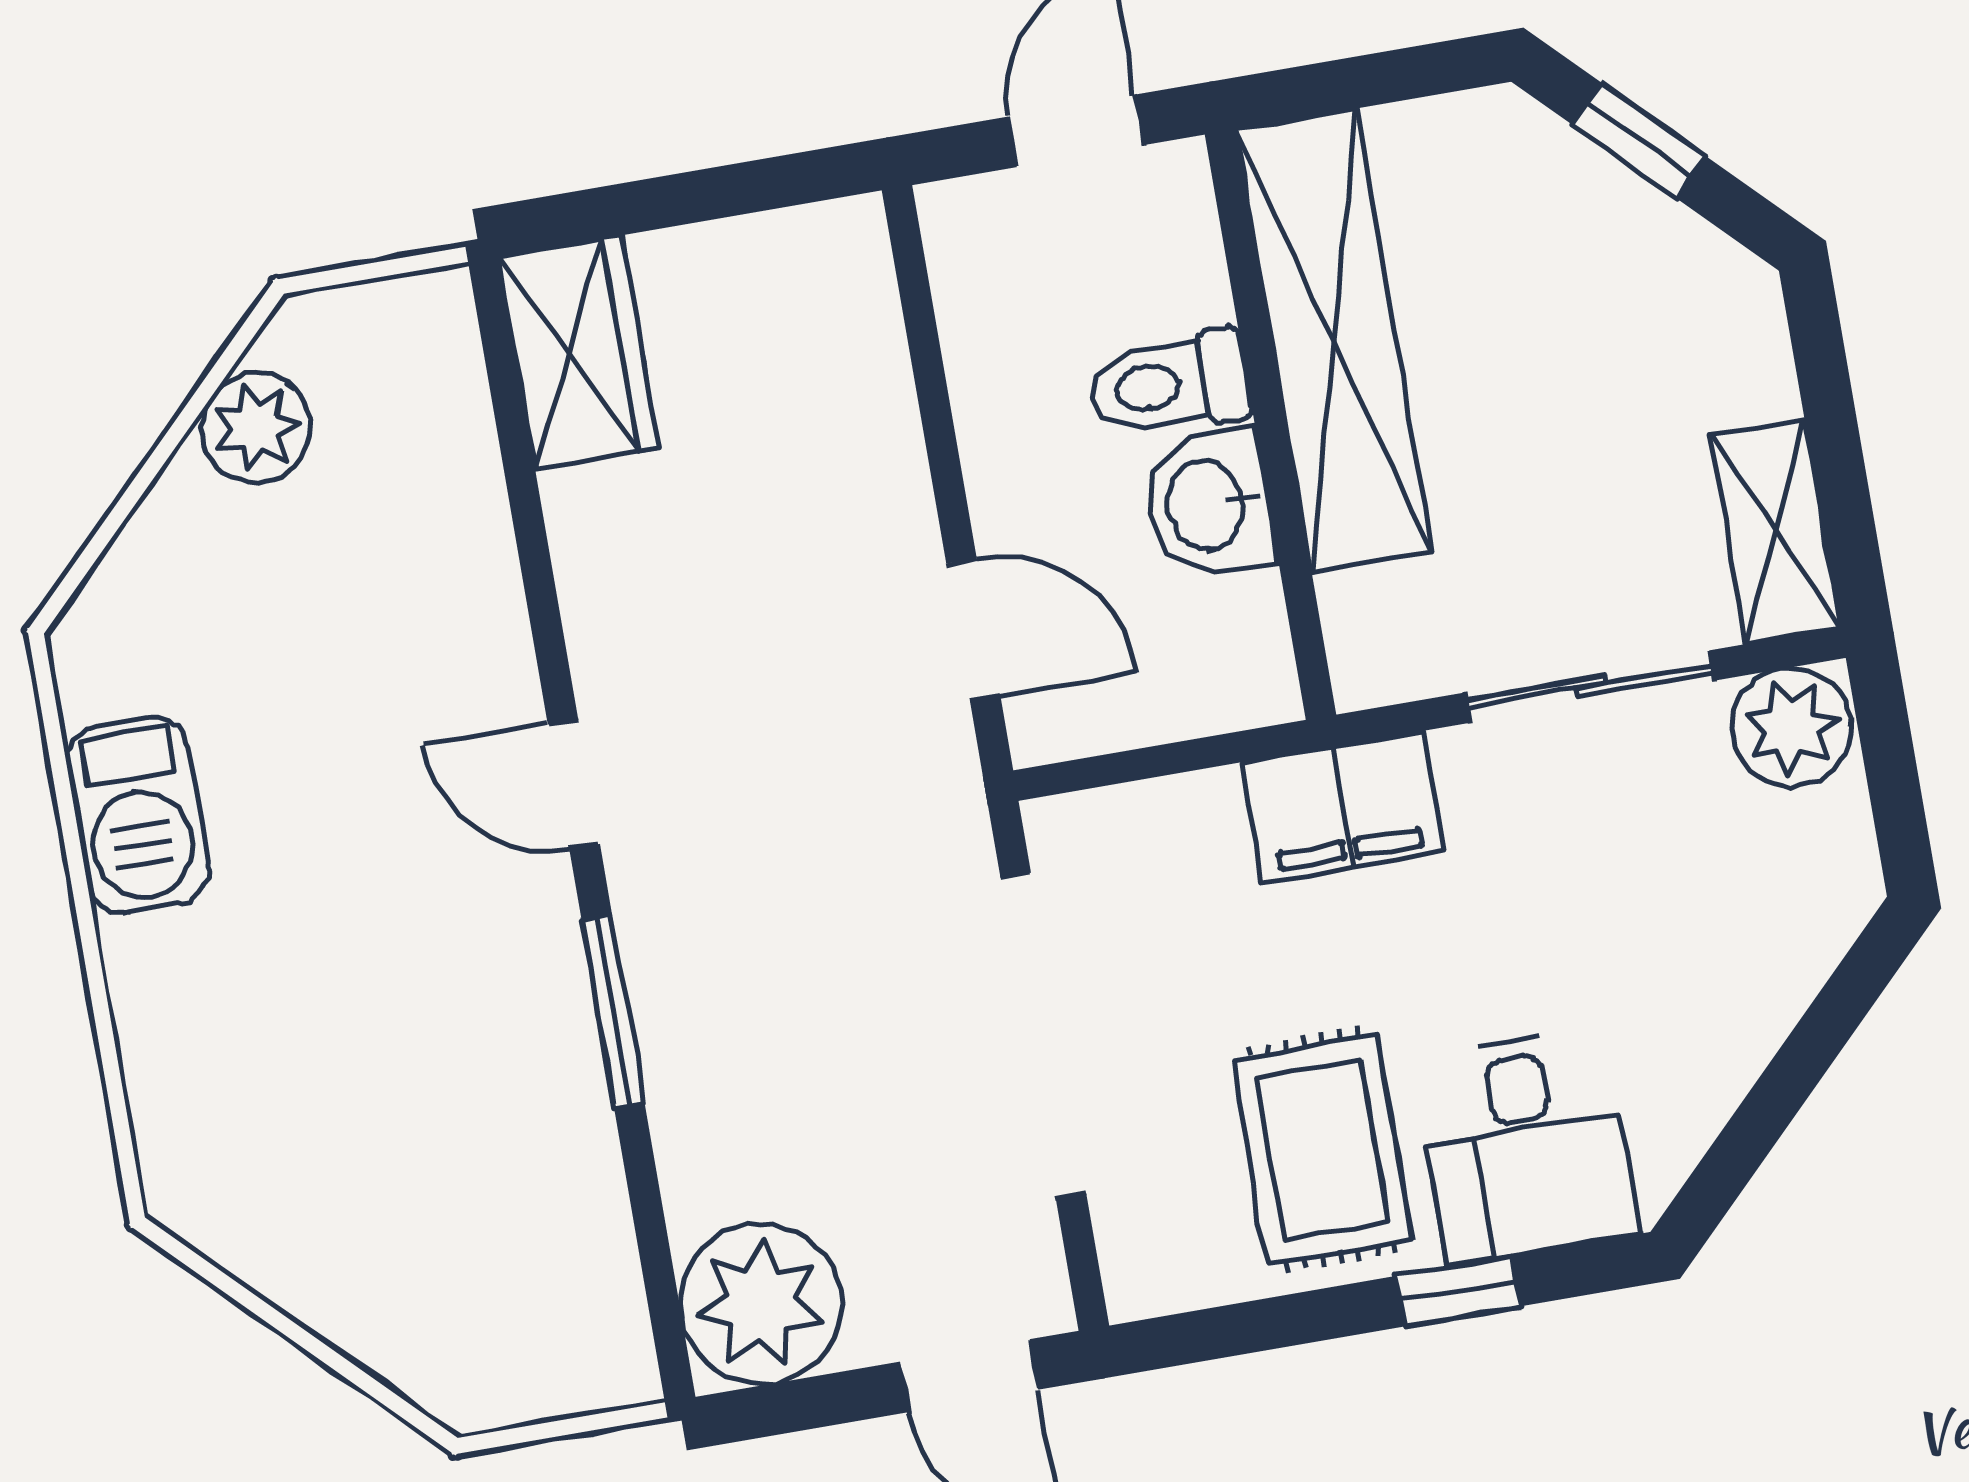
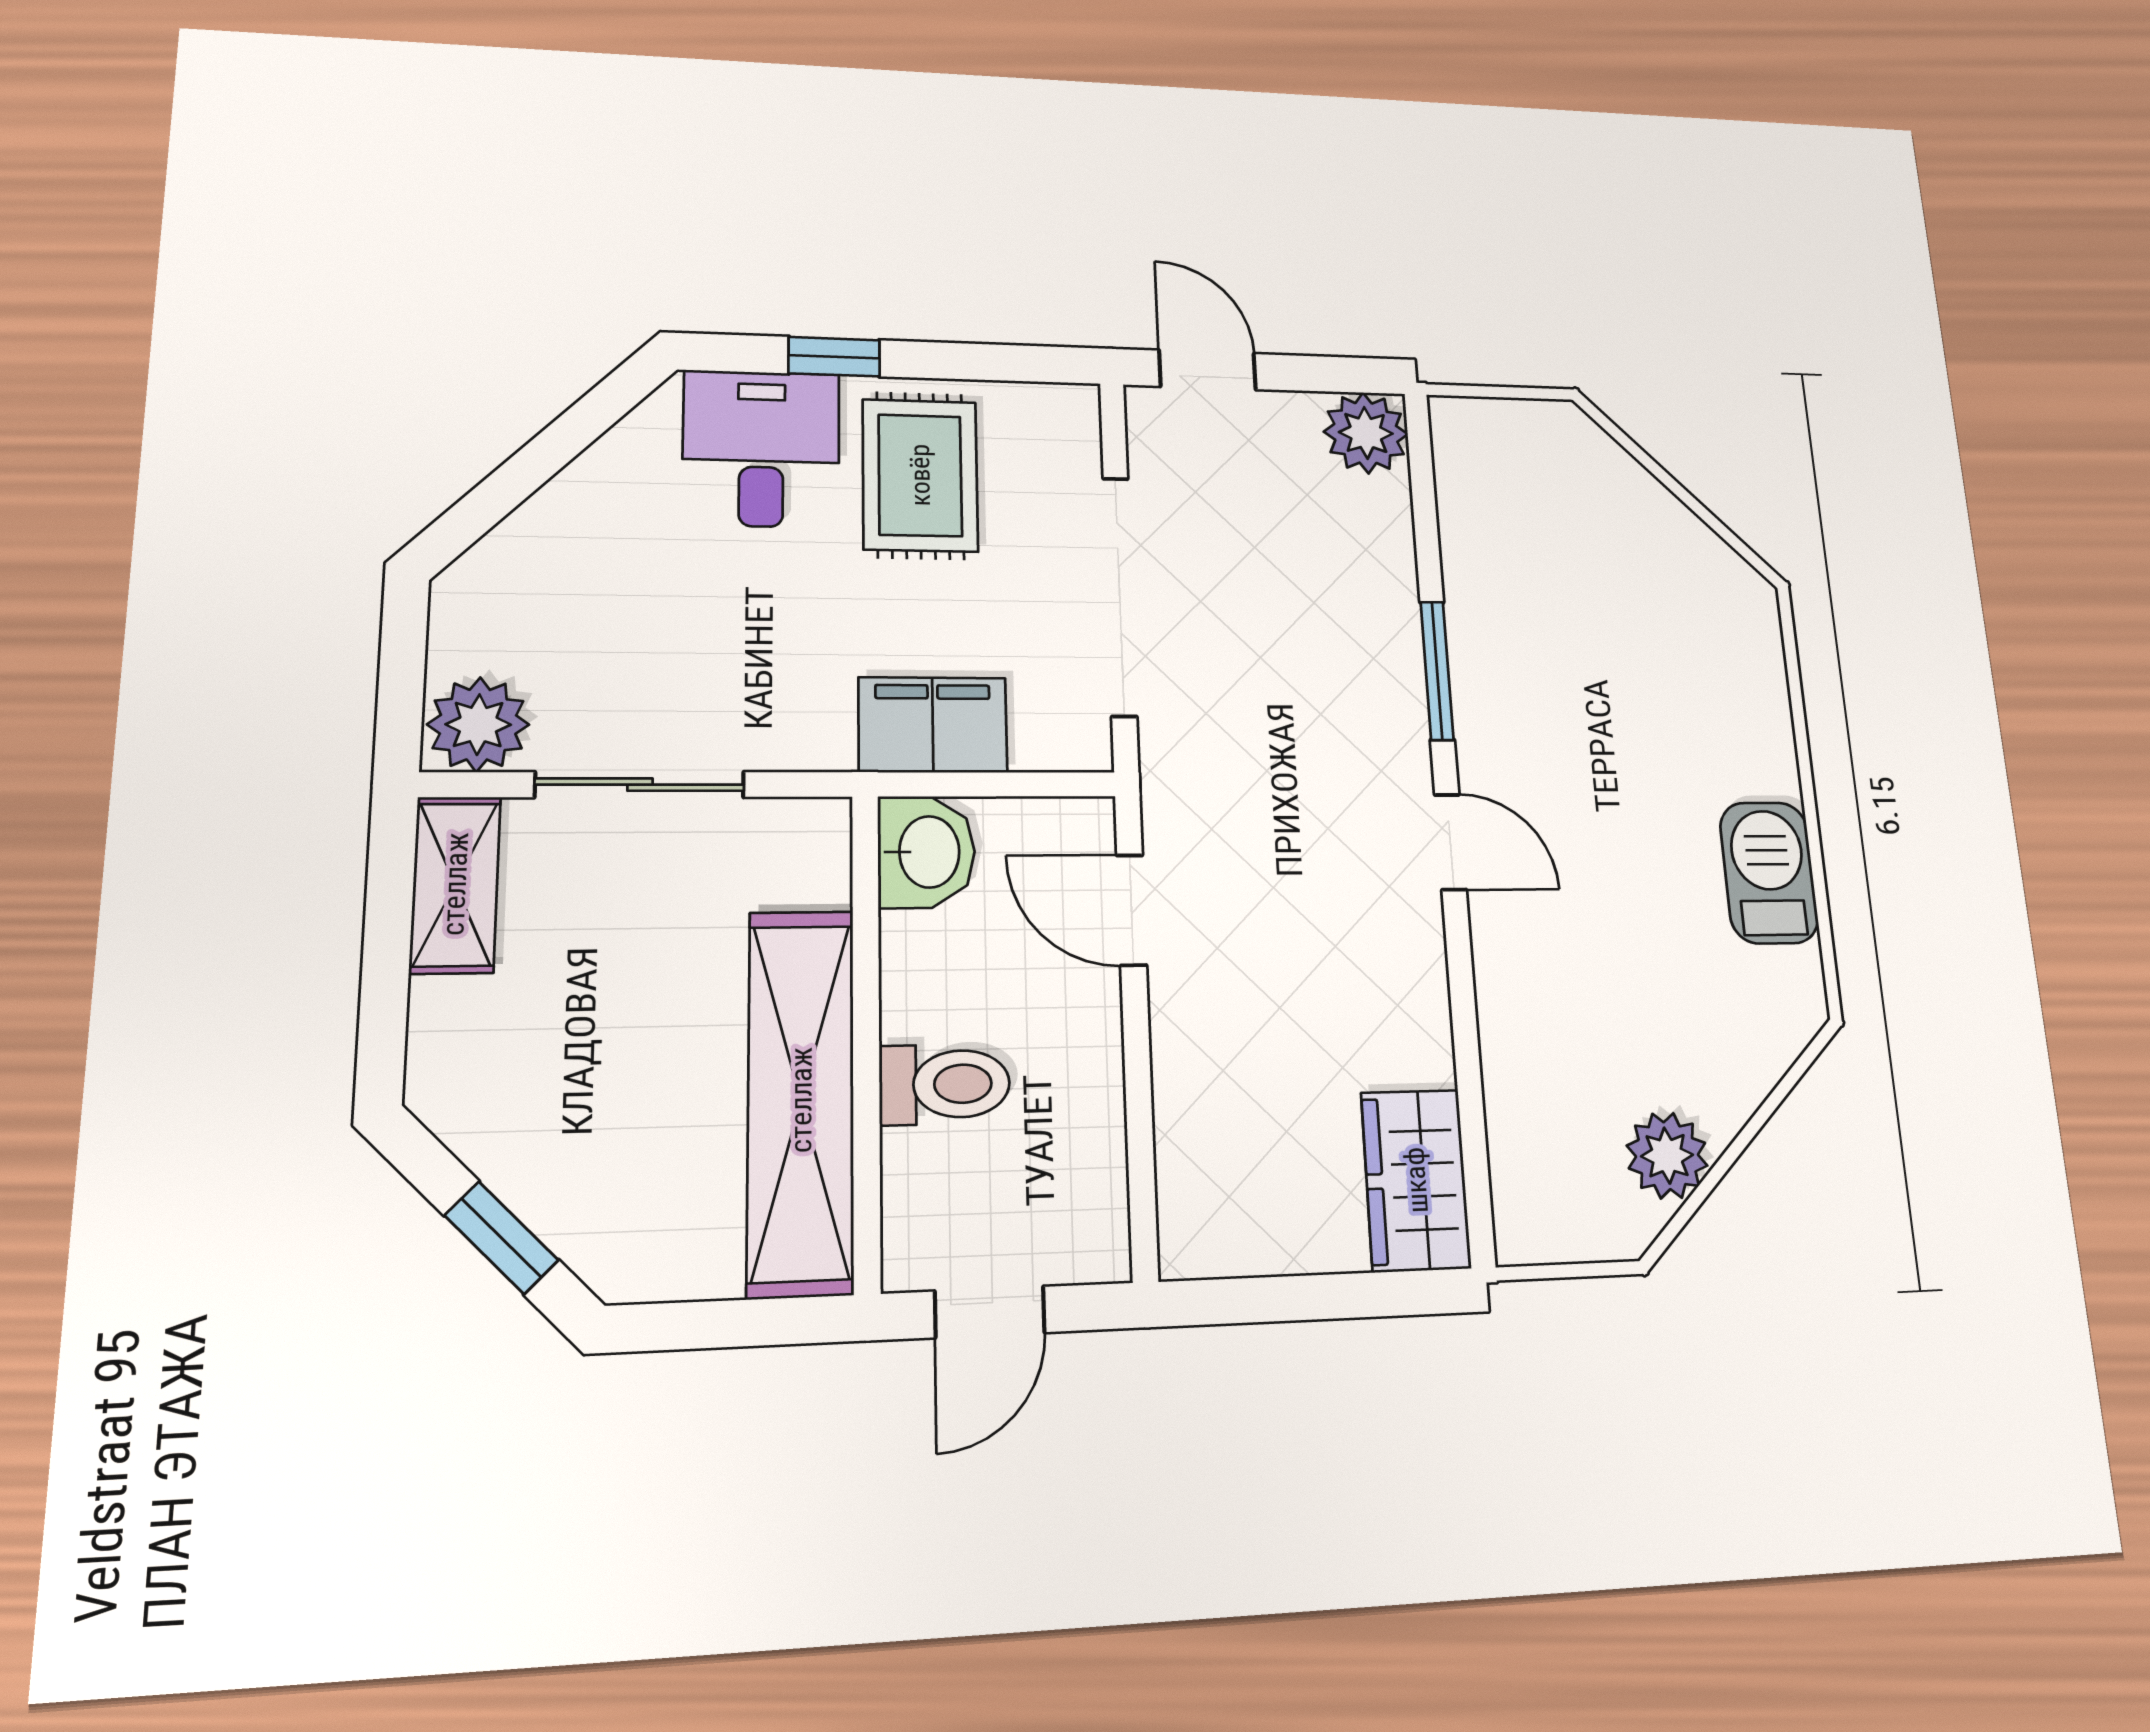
washbasin: (1209, 505) -> (926, 852), moved
filing cabinet: (1343, 807) -> (933, 725), moved
plant: (761, 1304) -> (1366, 433), width x0.73, depth x0.73

